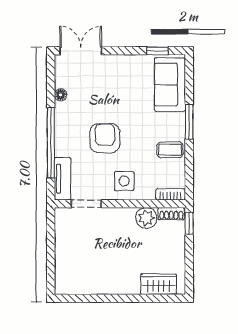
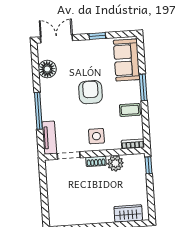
window: (157, 51) -> (97, 36), moved
floor lamp: (61, 95) -> (47, 69), width x1.89, depth x1.89
armchair: (105, 138) -> (90, 92), moved
window: (51, 143) -> (38, 111), width x0.68
shoe rack: (171, 214) -> (96, 161), moved

